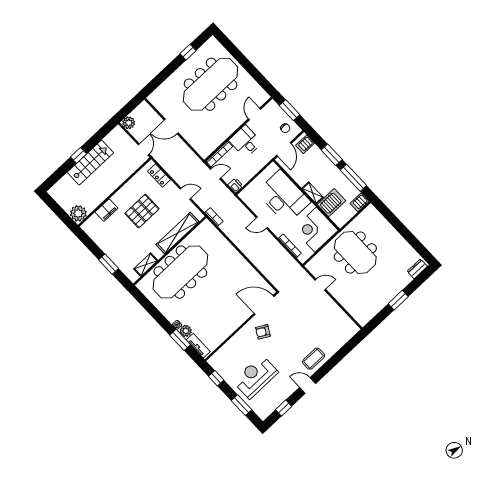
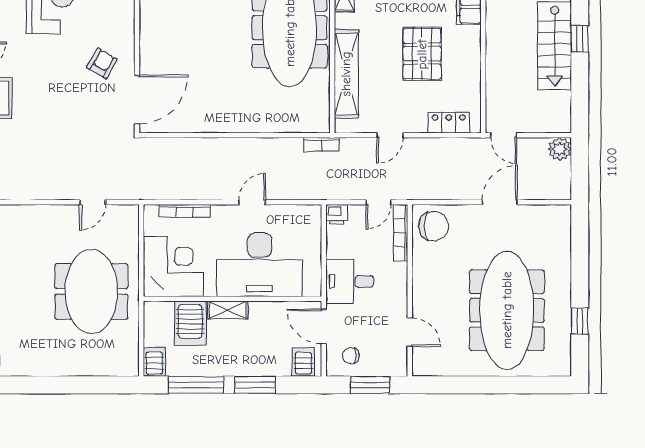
desk: (245, 142) -> (350, 281), moved, turned 180
chair: (205, 144) -> (434, 226), added
meeting table: (355, 253) -> (91, 291), turned 90

